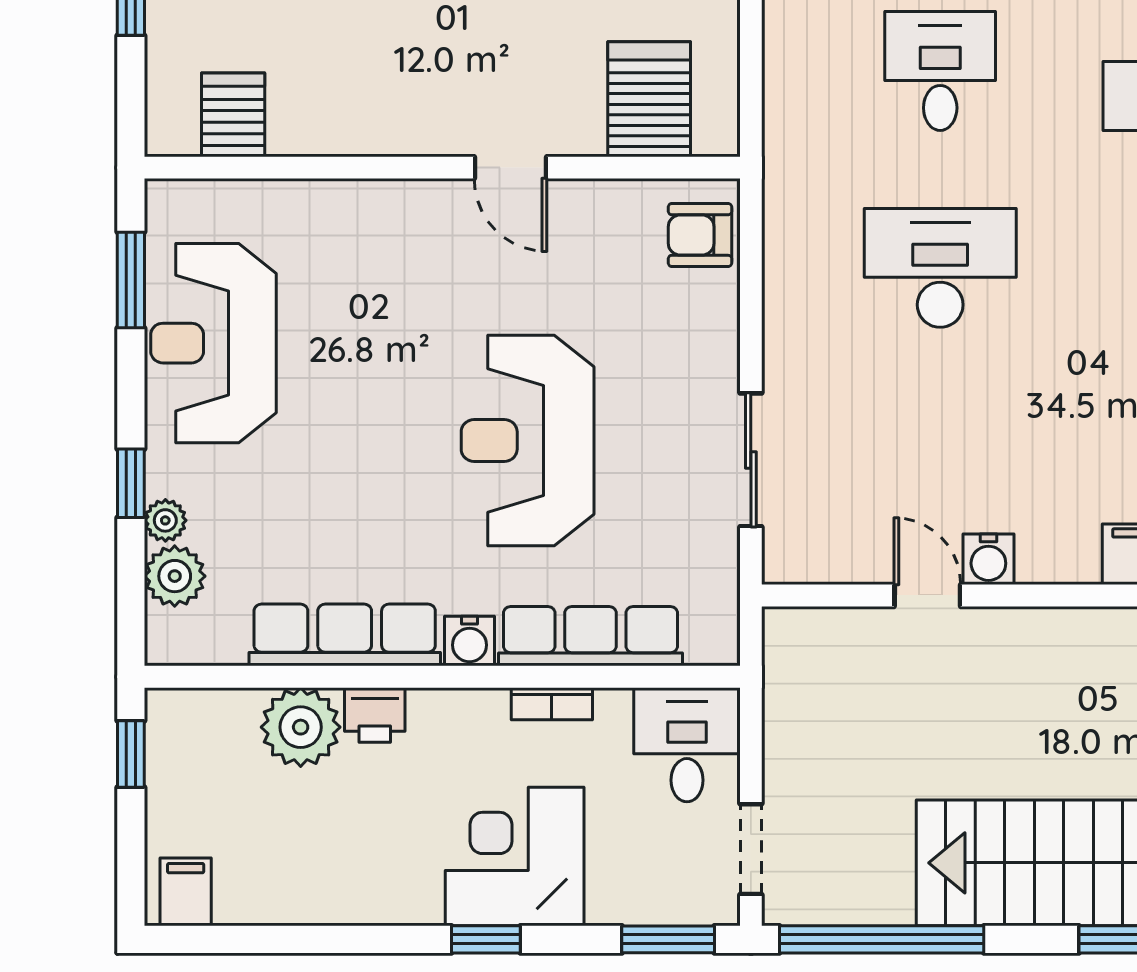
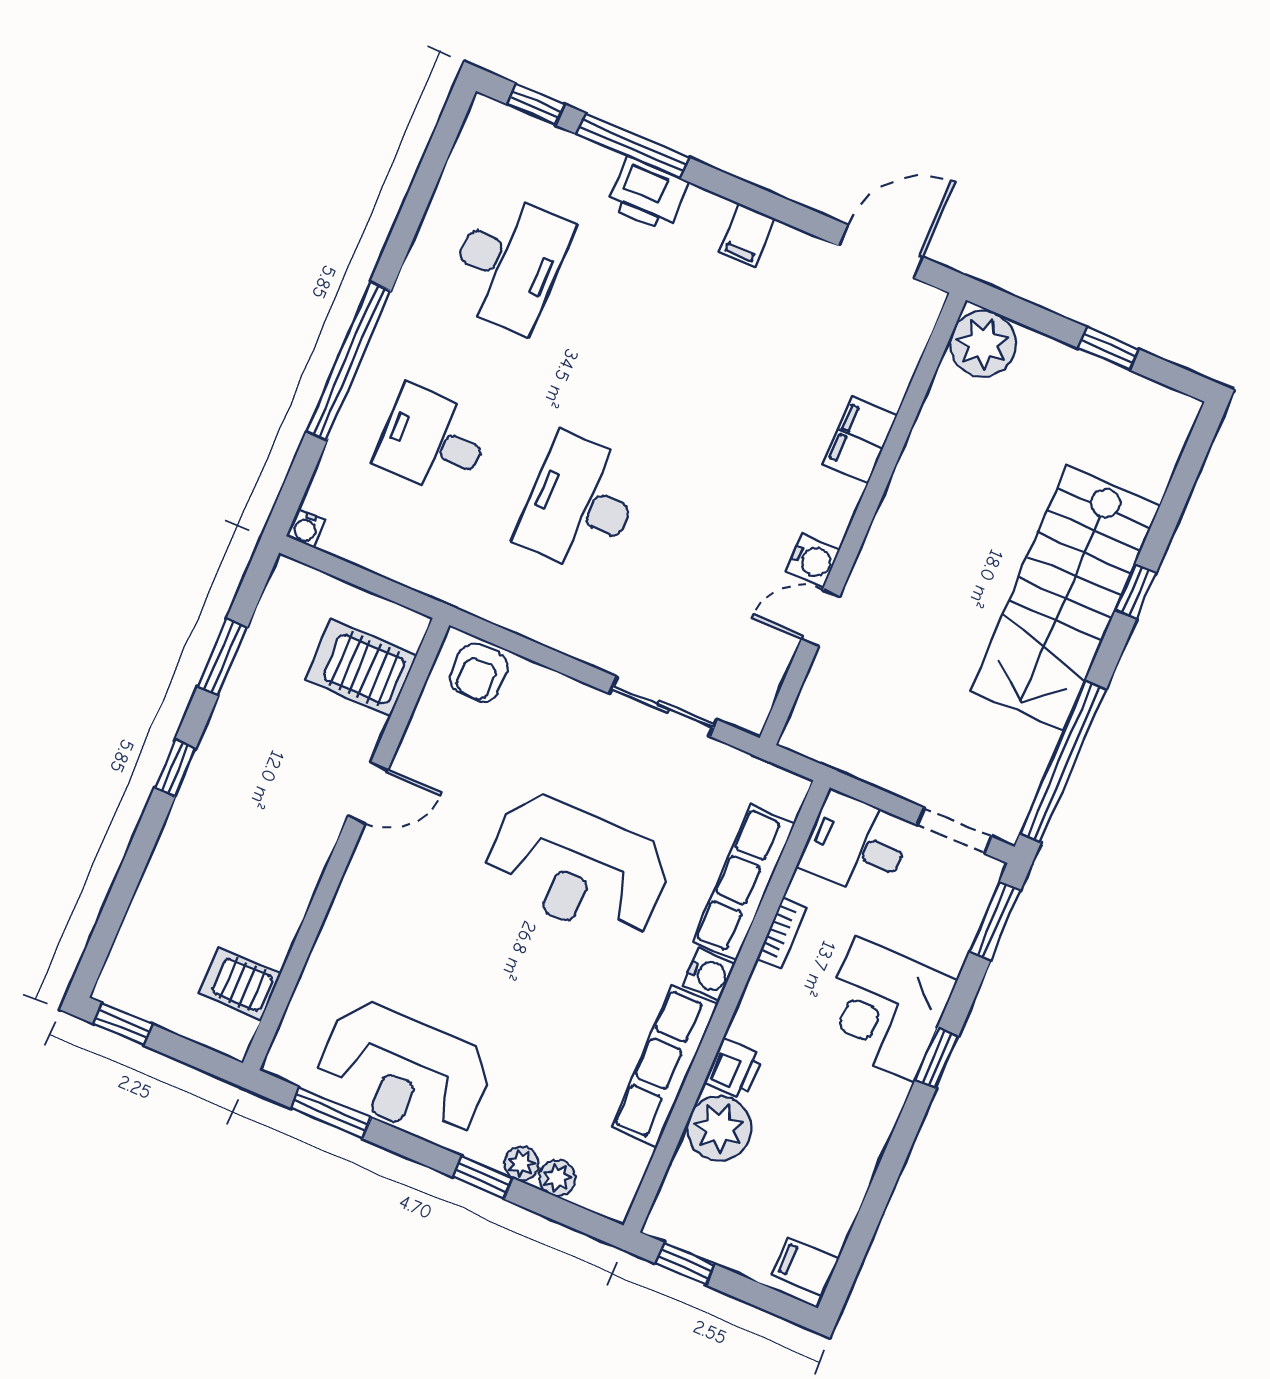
plant: (175, 576) -> (557, 1178), width x0.73, depth x0.73

